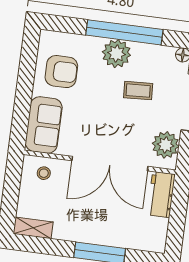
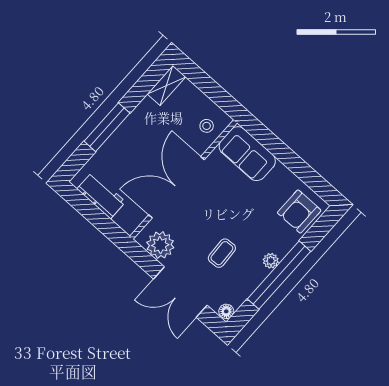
plant: (116, 54) -> (271, 261), width x0.53, depth x0.53
armchair: (61, 72) -> (299, 211), moved
workbench: (161, 195) -> (101, 195), moved

